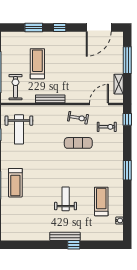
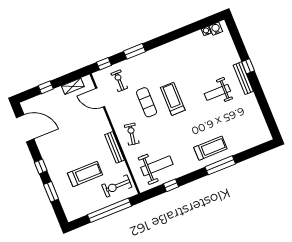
window: (127, 60) -> (46, 87), width x0.46
treadmill: (37, 64) -> (85, 174), turned 180
exercise bike: (78, 118) -> (132, 134), moved
window: (127, 170) -> (135, 51), moved
weight bench: (66, 199) -> (217, 92), moved
treadmill: (101, 201) -> (173, 99), moved, turned 90
water cooler: (118, 230) -> (216, 29), added

